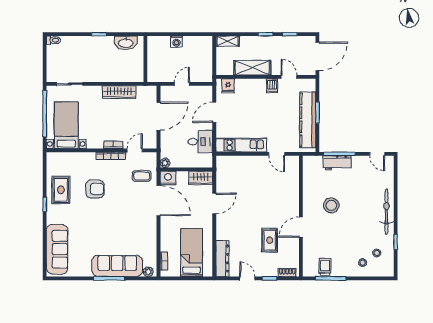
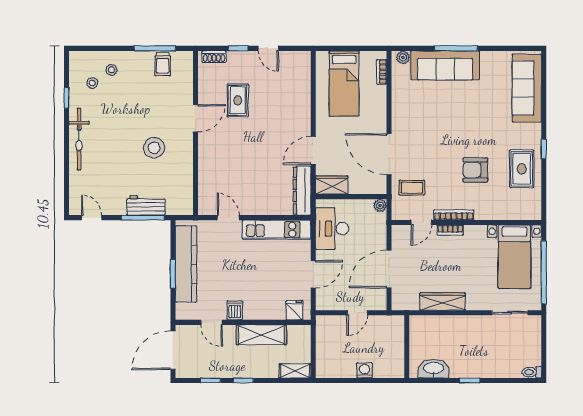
desk: (200, 142) -> (332, 229), width x1.37
nightstand: (168, 178) -> (376, 185), removed
dresser: (222, 259) -> (302, 191), moved

